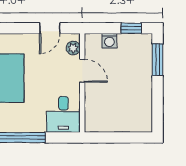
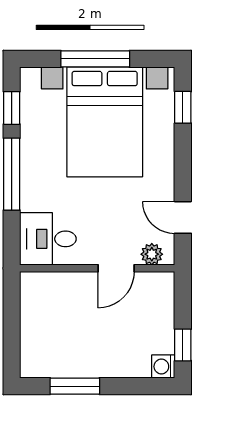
washing machine: (109, 41) -> (163, 367), moved
window: (157, 60) -> (75, 386), moved

